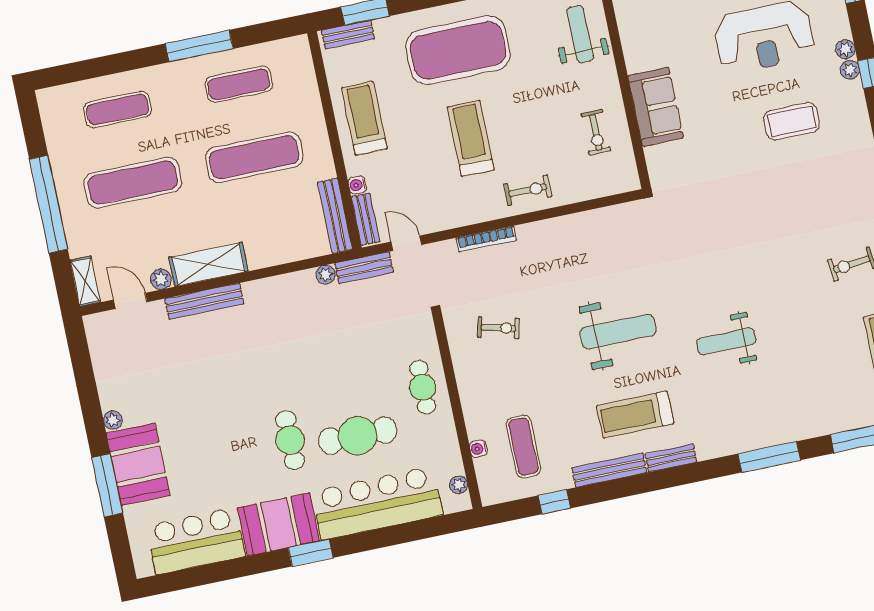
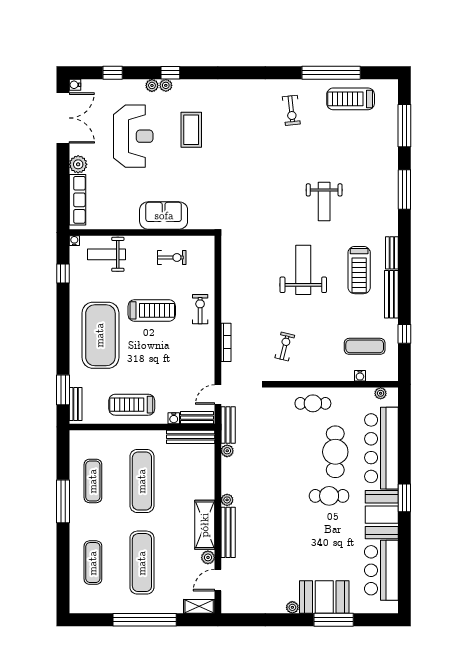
treadmill: (471, 138) -> (152, 310), moved, turned 180
plant: (252, 290) -> (227, 500), added

